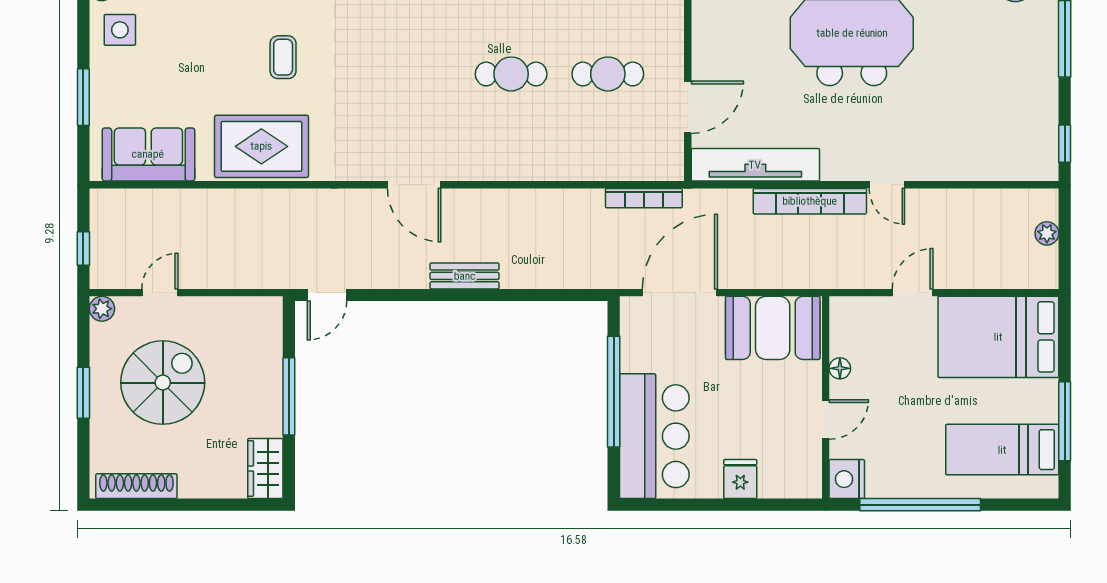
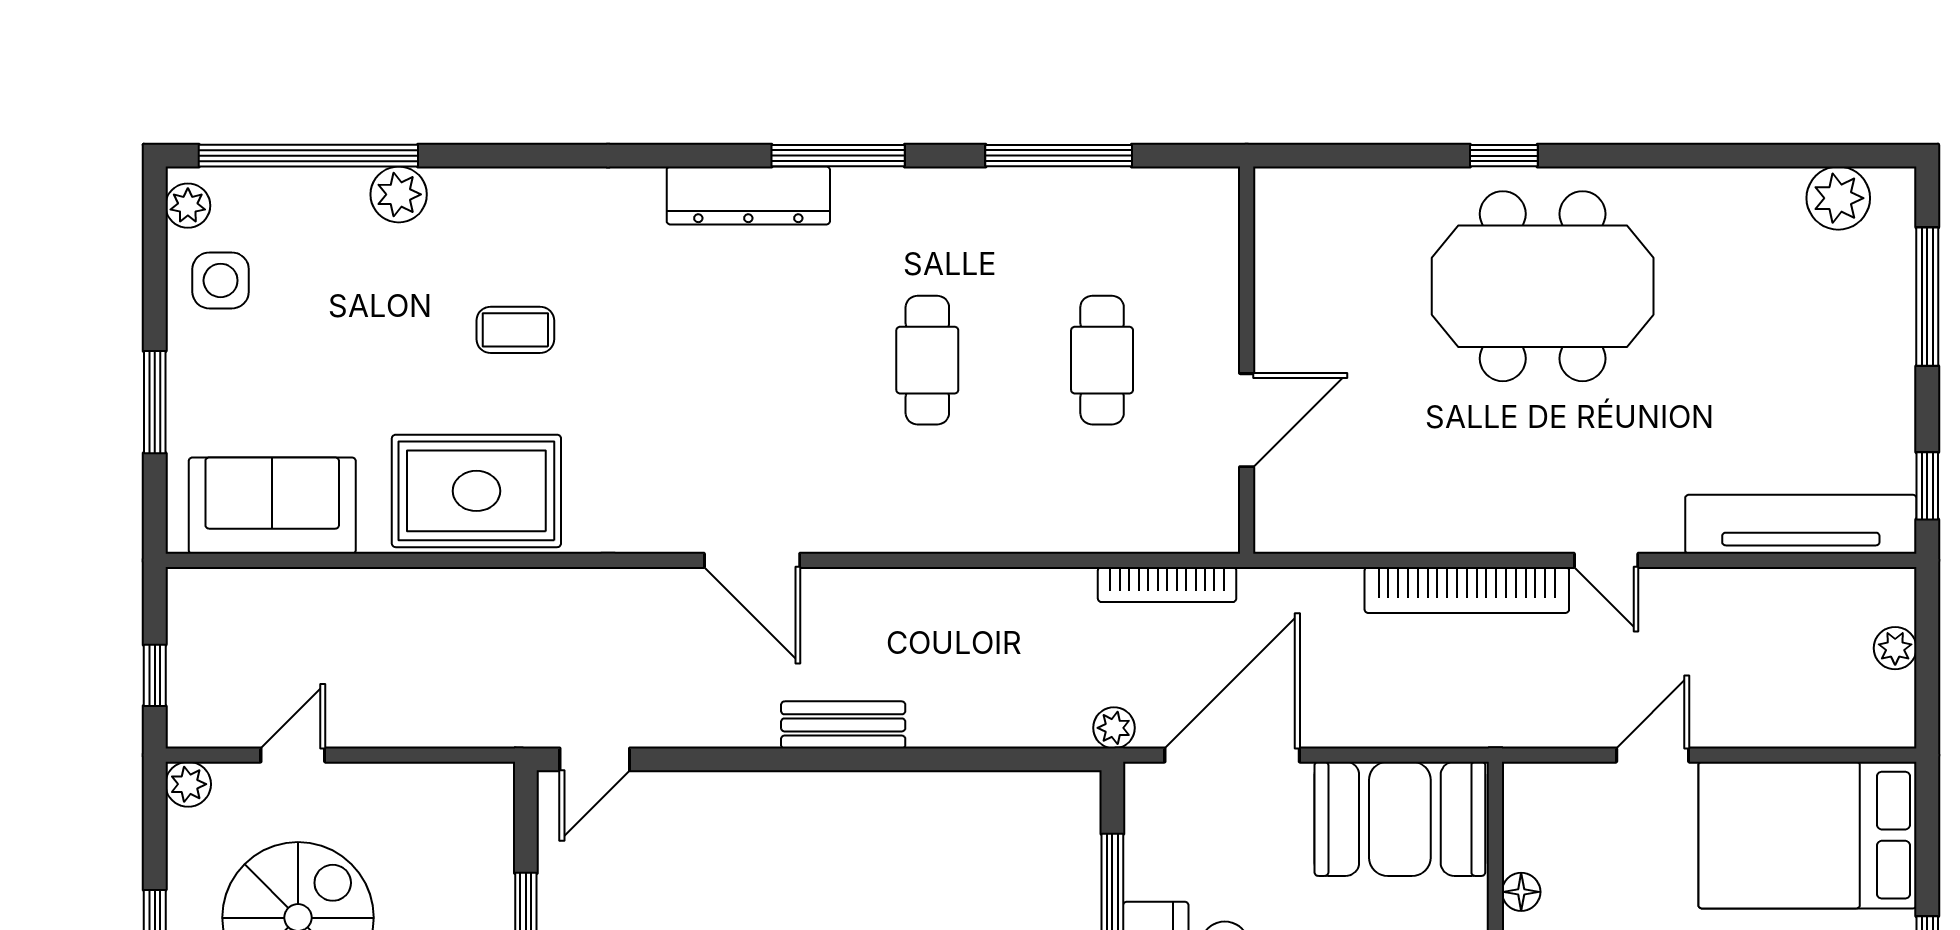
coffee table: (283, 57) -> (515, 330), turned 90
cafe table: (511, 74) -> (927, 360), turned 90
cafe table: (608, 74) -> (1102, 360), turned 90
tv unit: (755, 165) -> (1801, 524), moved
plant: (614, 278) -> (1114, 728), added

